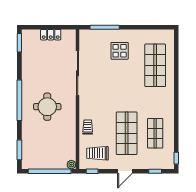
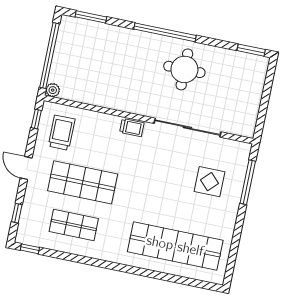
locker: (51, 35) -> (253, 99), removed
display table: (120, 51) -> (210, 182), moved
shop shelf: (155, 65) -> (175, 246), width x1.40
round table: (47, 107) -> (184, 69), moved
trolley: (88, 127) -> (132, 128), moved

